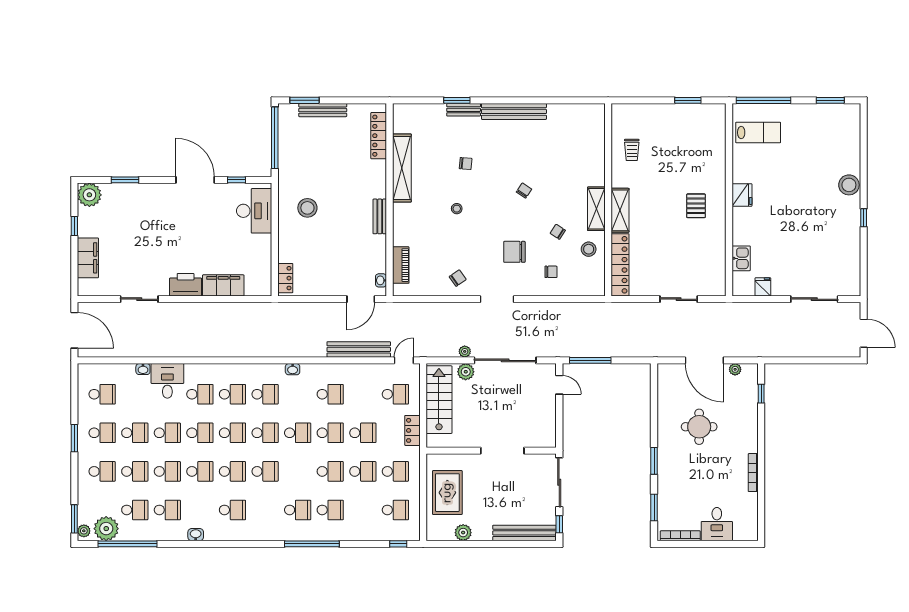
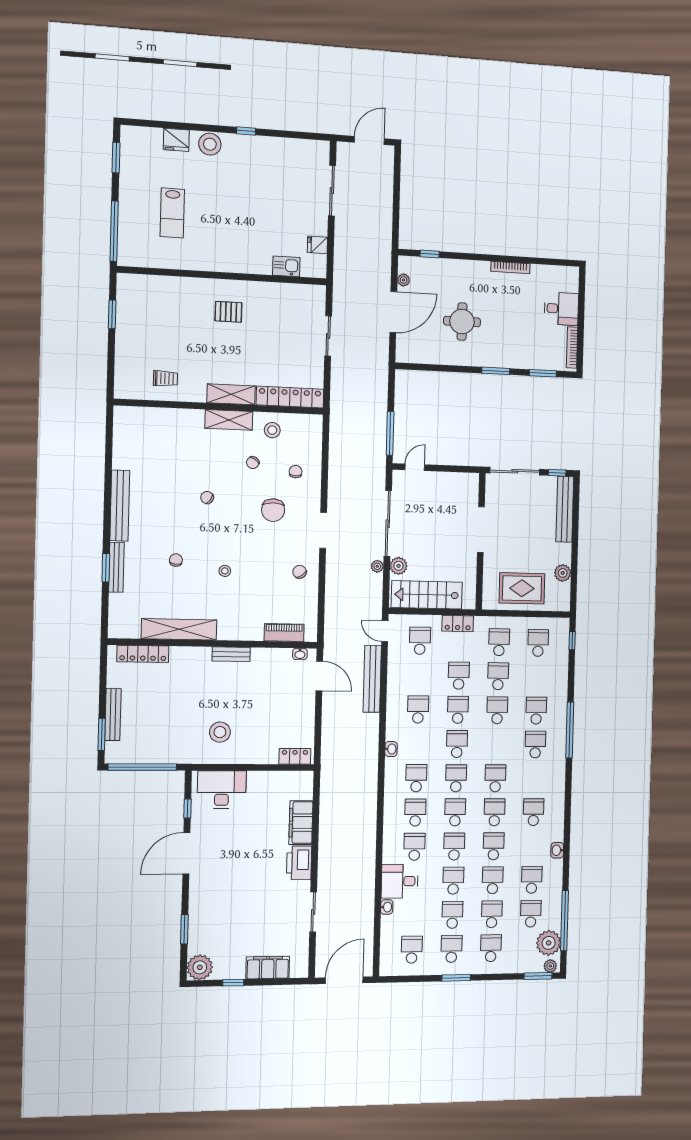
bench: (464, 110) -> (116, 567), width x1.36
lab bench: (758, 132) -> (172, 213), moved, turned 180
fridge: (742, 195) -> (176, 140), moved, turned 180

